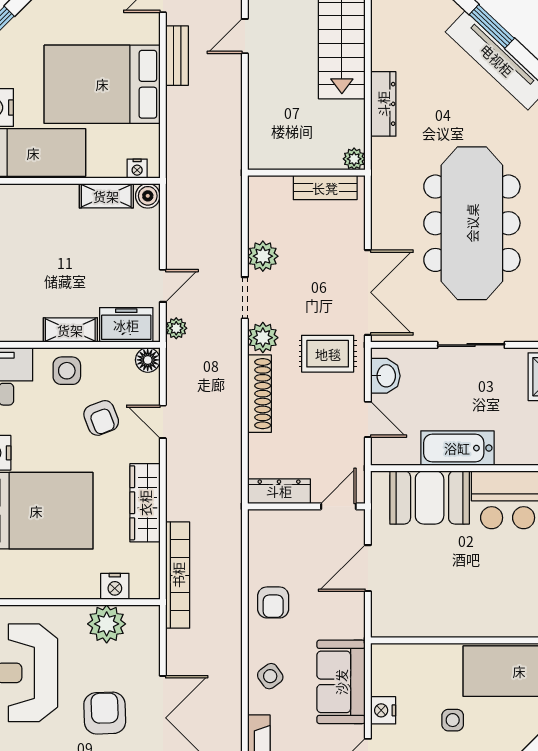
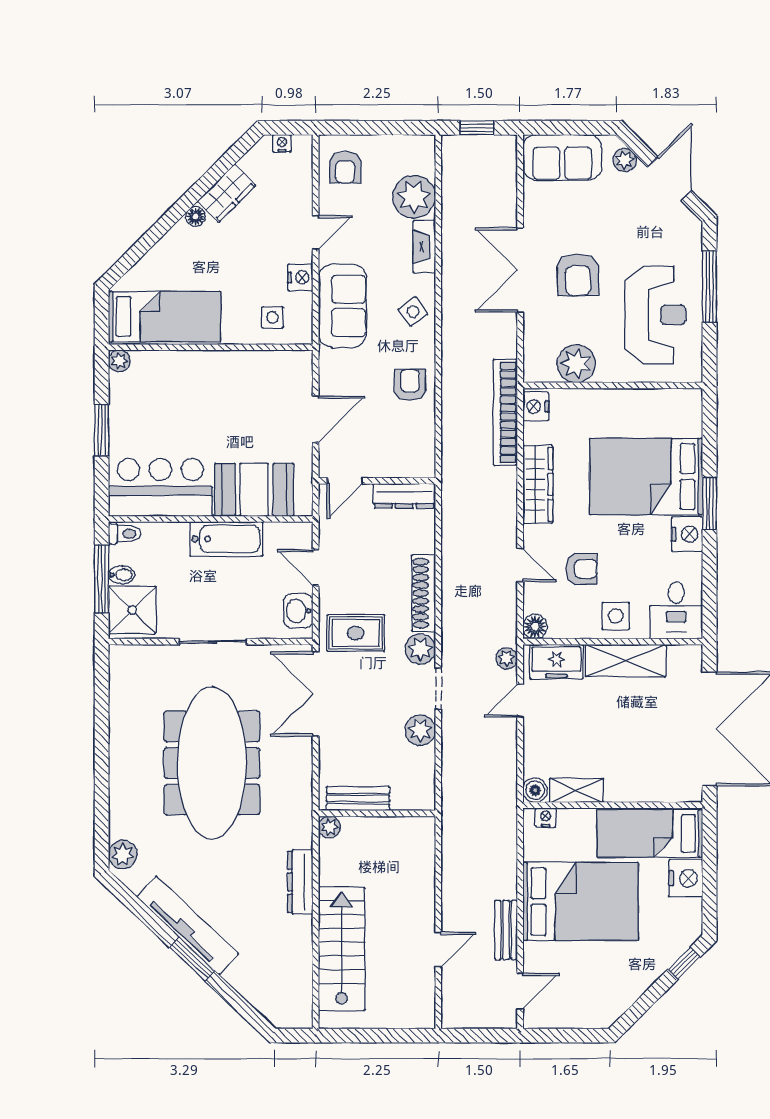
shelving: (70, 330) -> (626, 661), width x1.50, depth x1.33
armchair: (101, 418) -> (581, 569), turned 111
nightstand: (115, 586) -> (536, 406), moved, turned -90
side table: (453, 720) -> (272, 317), moved

